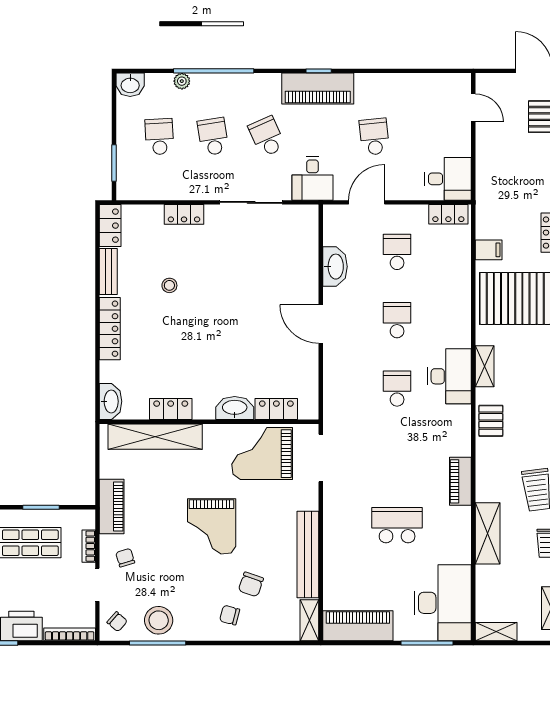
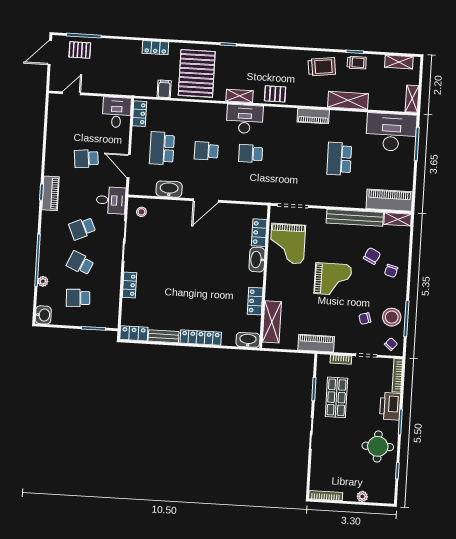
piano: (318, 89) -> (50, 193), width x0.73, depth x0.75
school desk: (213, 137) -> (80, 263), turned 33
school desk: (397, 252) -> (162, 148), width x1.85
stool: (169, 285) -> (141, 212), moved
shelving: (155, 437) -> (272, 322), width x0.68
chair: (125, 558) -> (365, 319), moved
chair: (251, 584) -> (372, 256), turned -82
piano: (358, 626) -> (389, 200), moved, turned 90

